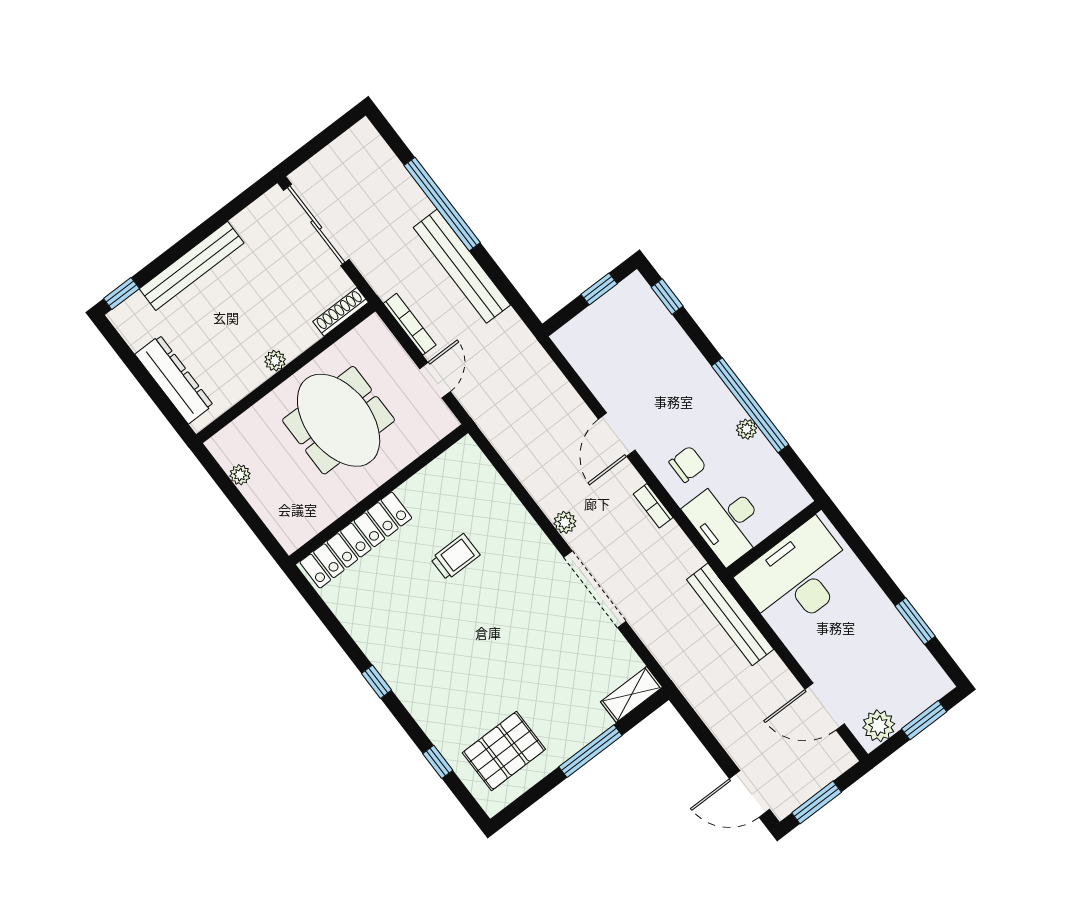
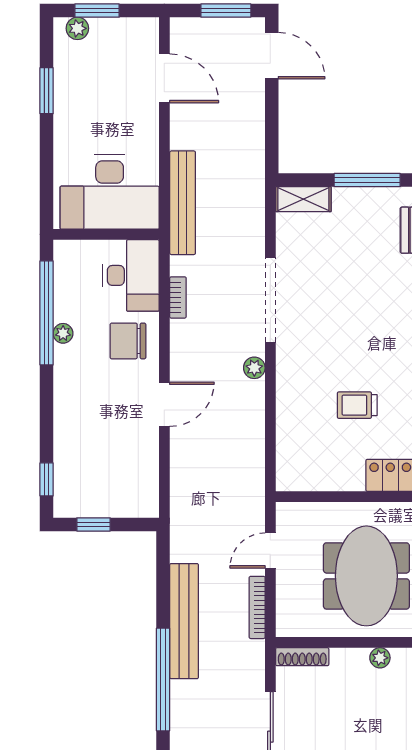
window: (750, 405) -> (47, 313), moved
chair: (687, 464) -> (128, 341), width x1.37, depth x1.37
bookcase: (653, 506) -> (178, 297), moved
plant: (879, 726) -> (77, 28), moved, width x0.73, depth x0.73

